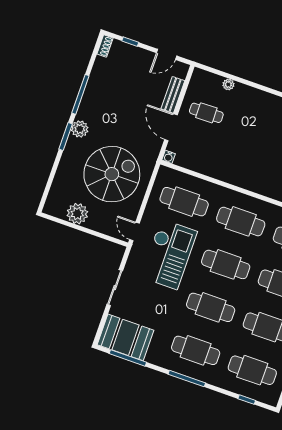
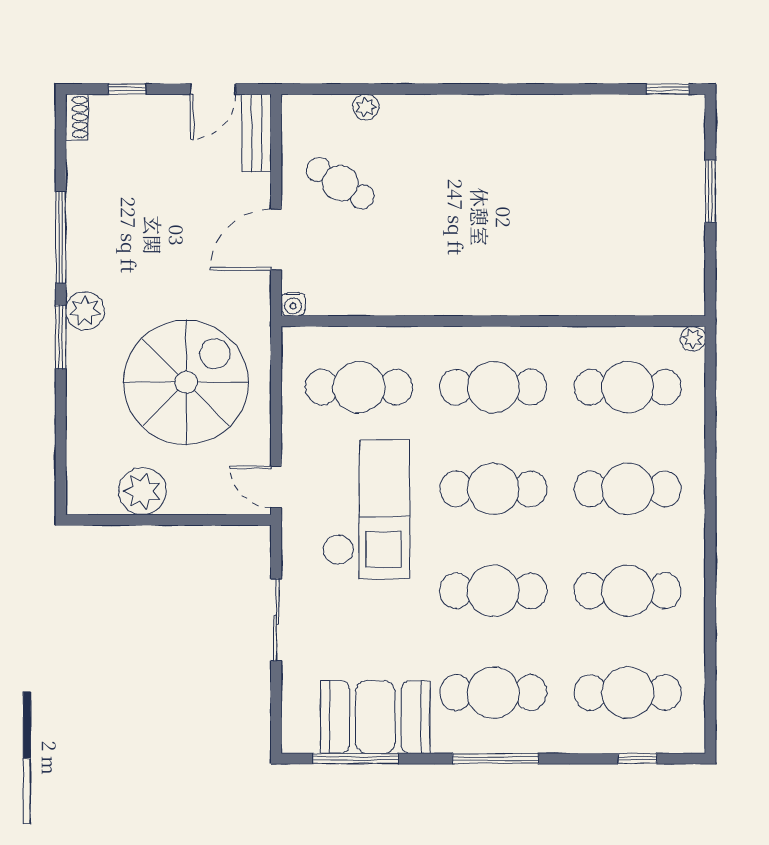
bench: (173, 95) -> (256, 133), moved
cafe table: (206, 113) -> (340, 183), turned 33
door: (171, 127) -> (276, 240), hinge flipped
booth: (125, 337) -> (375, 717), moved

